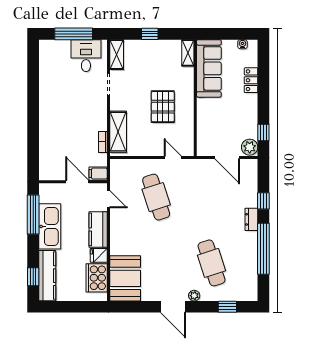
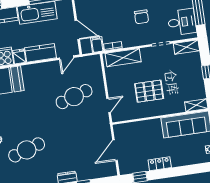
locker: (251, 80) -> (160, 164), moved
chair: (73, 103) -> (141, 17), added
plant: (250, 147) -> (126, 167), removed
filing cabinet: (98, 174) -> (97, 45), moved
door: (77, 182) -> (77, 30), hinge flipped

